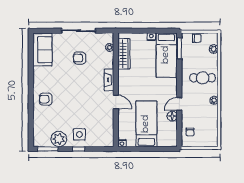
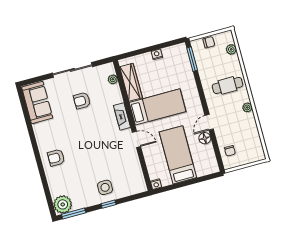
bed: (166, 55) -> (158, 107), moved, turned -90
plant: (59, 139) -> (63, 204), moved

